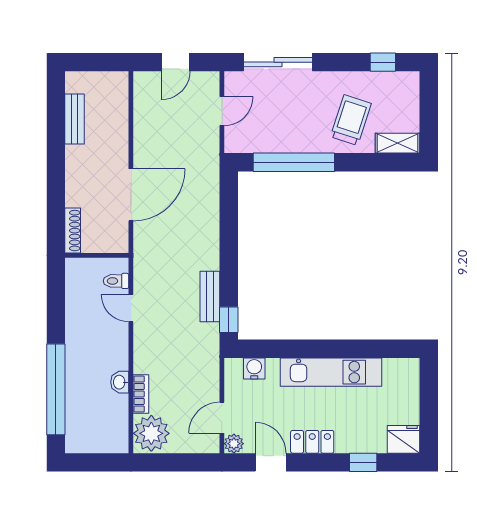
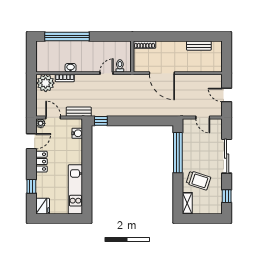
sliding door: (278, 62) -> (227, 156), moved
bench: (210, 297) -> (79, 112), moved
kitchen unit: (331, 372) -> (75, 189), moved

